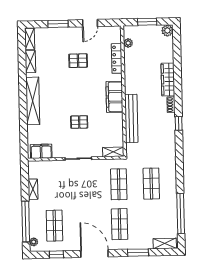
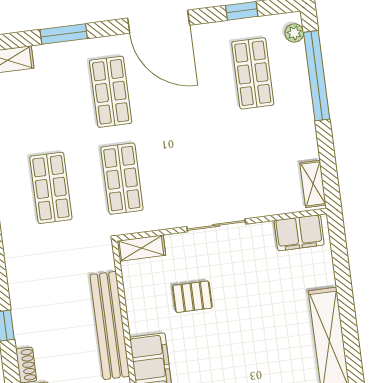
pallet: (79, 122) -> (192, 297), moved
shelving: (33, 189) -> (313, 184), moved

